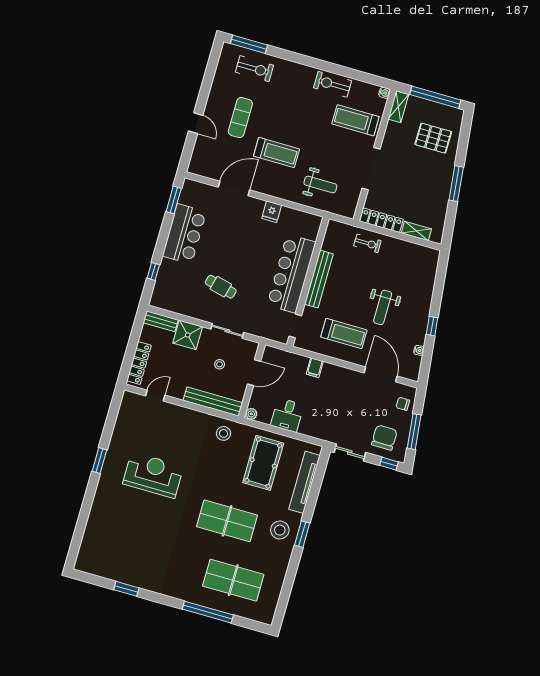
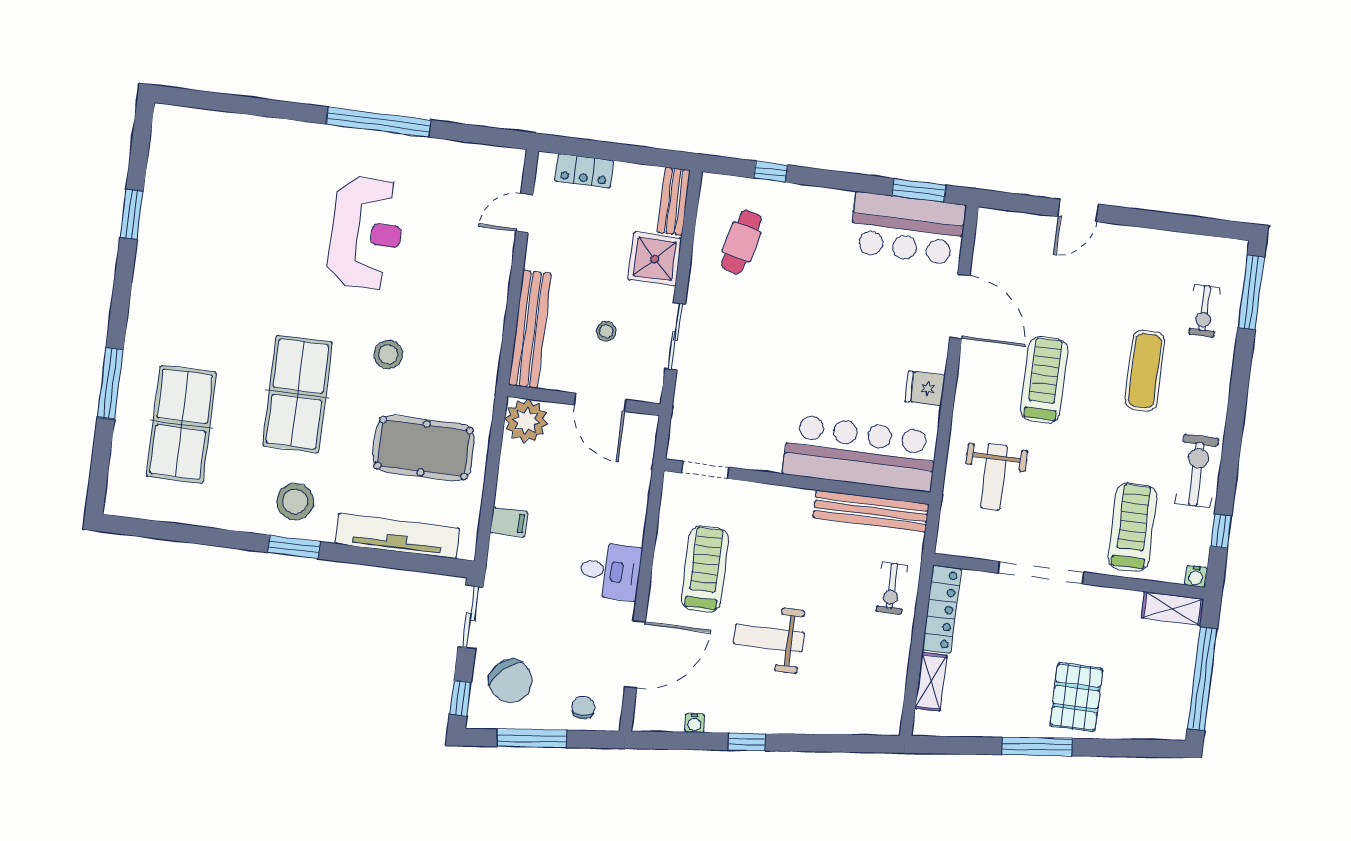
exercise bike: (254, 69) -> (1204, 311), width x0.73, depth x0.72
window: (364, 77) -> (1221, 531), added
exercise mat: (240, 118) -> (1145, 371), moved, turned 90
pallet: (433, 138) -> (1076, 697), moved
treadmill: (276, 153) -> (1044, 380), turned 180
bar counter: (184, 234) -> (907, 228), moved
bar counter: (291, 274) -> (860, 453), moved
bench: (319, 279) -> (871, 511), moved
cafe table: (221, 287) -> (741, 242), moved
treadmill: (344, 334) -> (705, 569), turned 180
locker: (139, 363) -> (584, 171), width x0.66
filing cabinet: (315, 368) -> (509, 522), moved, turned 180
door: (155, 396) -> (524, 213), swing flipped
plant: (251, 414) -> (526, 421), width x1.87, depth x1.87
desk: (287, 415) -> (610, 571), moved, turned 180
stool: (224, 433) -> (388, 354), moved
chair: (384, 438) -> (511, 681), turned 48
window: (99, 461) -> (378, 122), width x2.11
window: (208, 612) -> (110, 383), width x0.68

